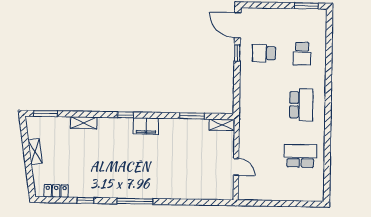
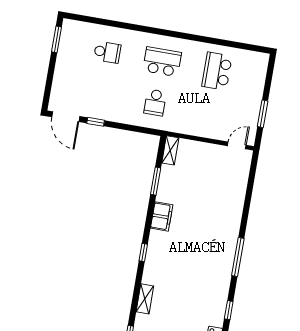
door: (238, 25) -> (66, 117), hinge flipped
school desk: (264, 53) -> (155, 102), moved
filing cabinet: (146, 126) -> (162, 216), moved
door: (236, 167) -> (237, 145), moved
window: (268, 203) -> (263, 114), added

